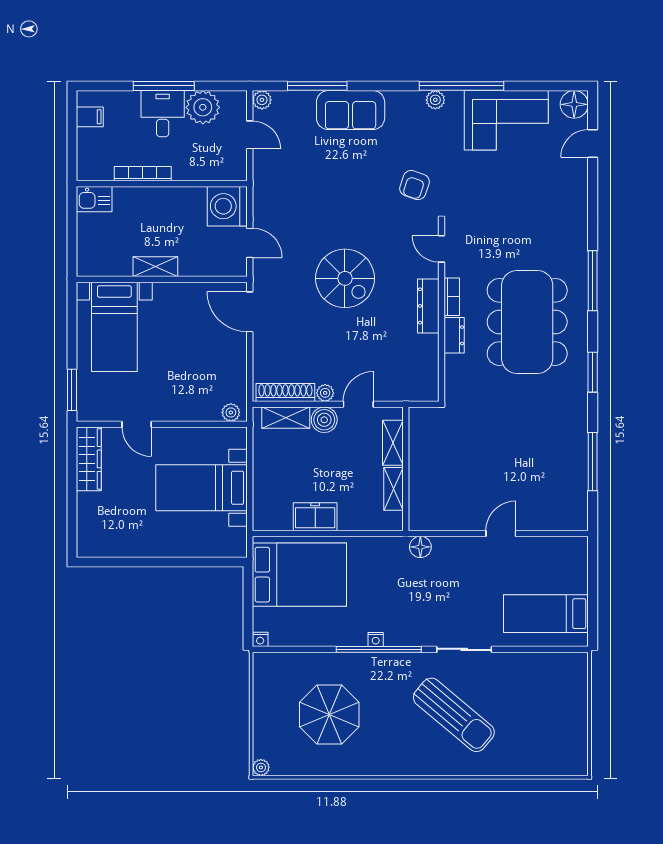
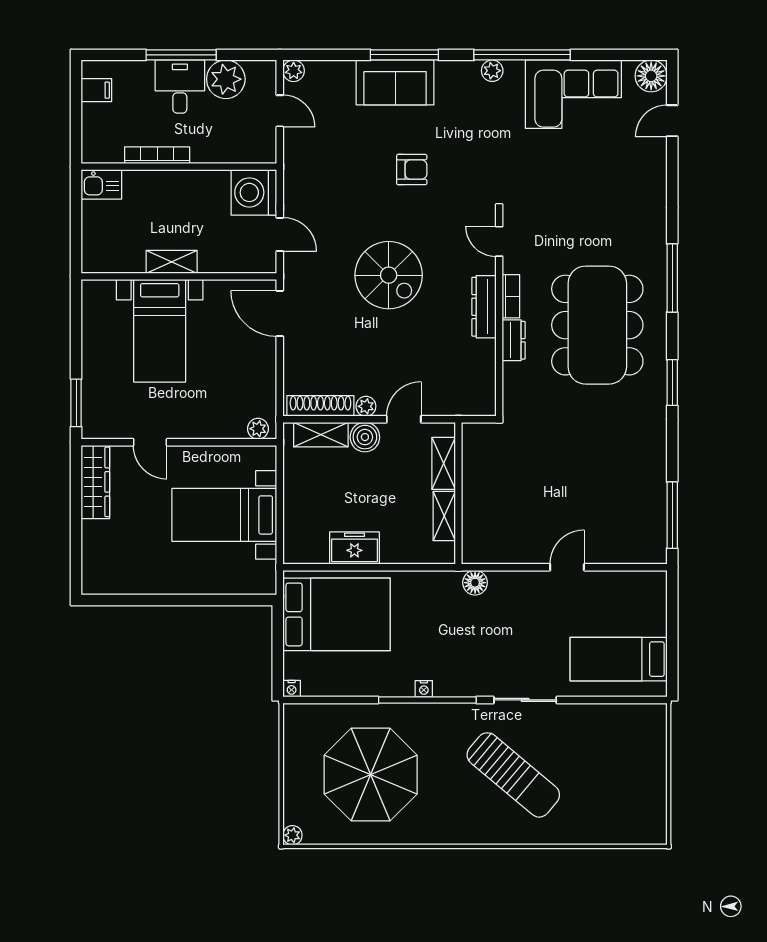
window: (317, 86) -> (404, 55), moved
armchair: (415, 185) -> (412, 170), moved, turned -109
bed with nightstands: (114, 327) -> (160, 331), moved
window: (593, 462) -> (672, 515), moved
parasol: (329, 714) -> (371, 775), width x1.36, depth x1.36

